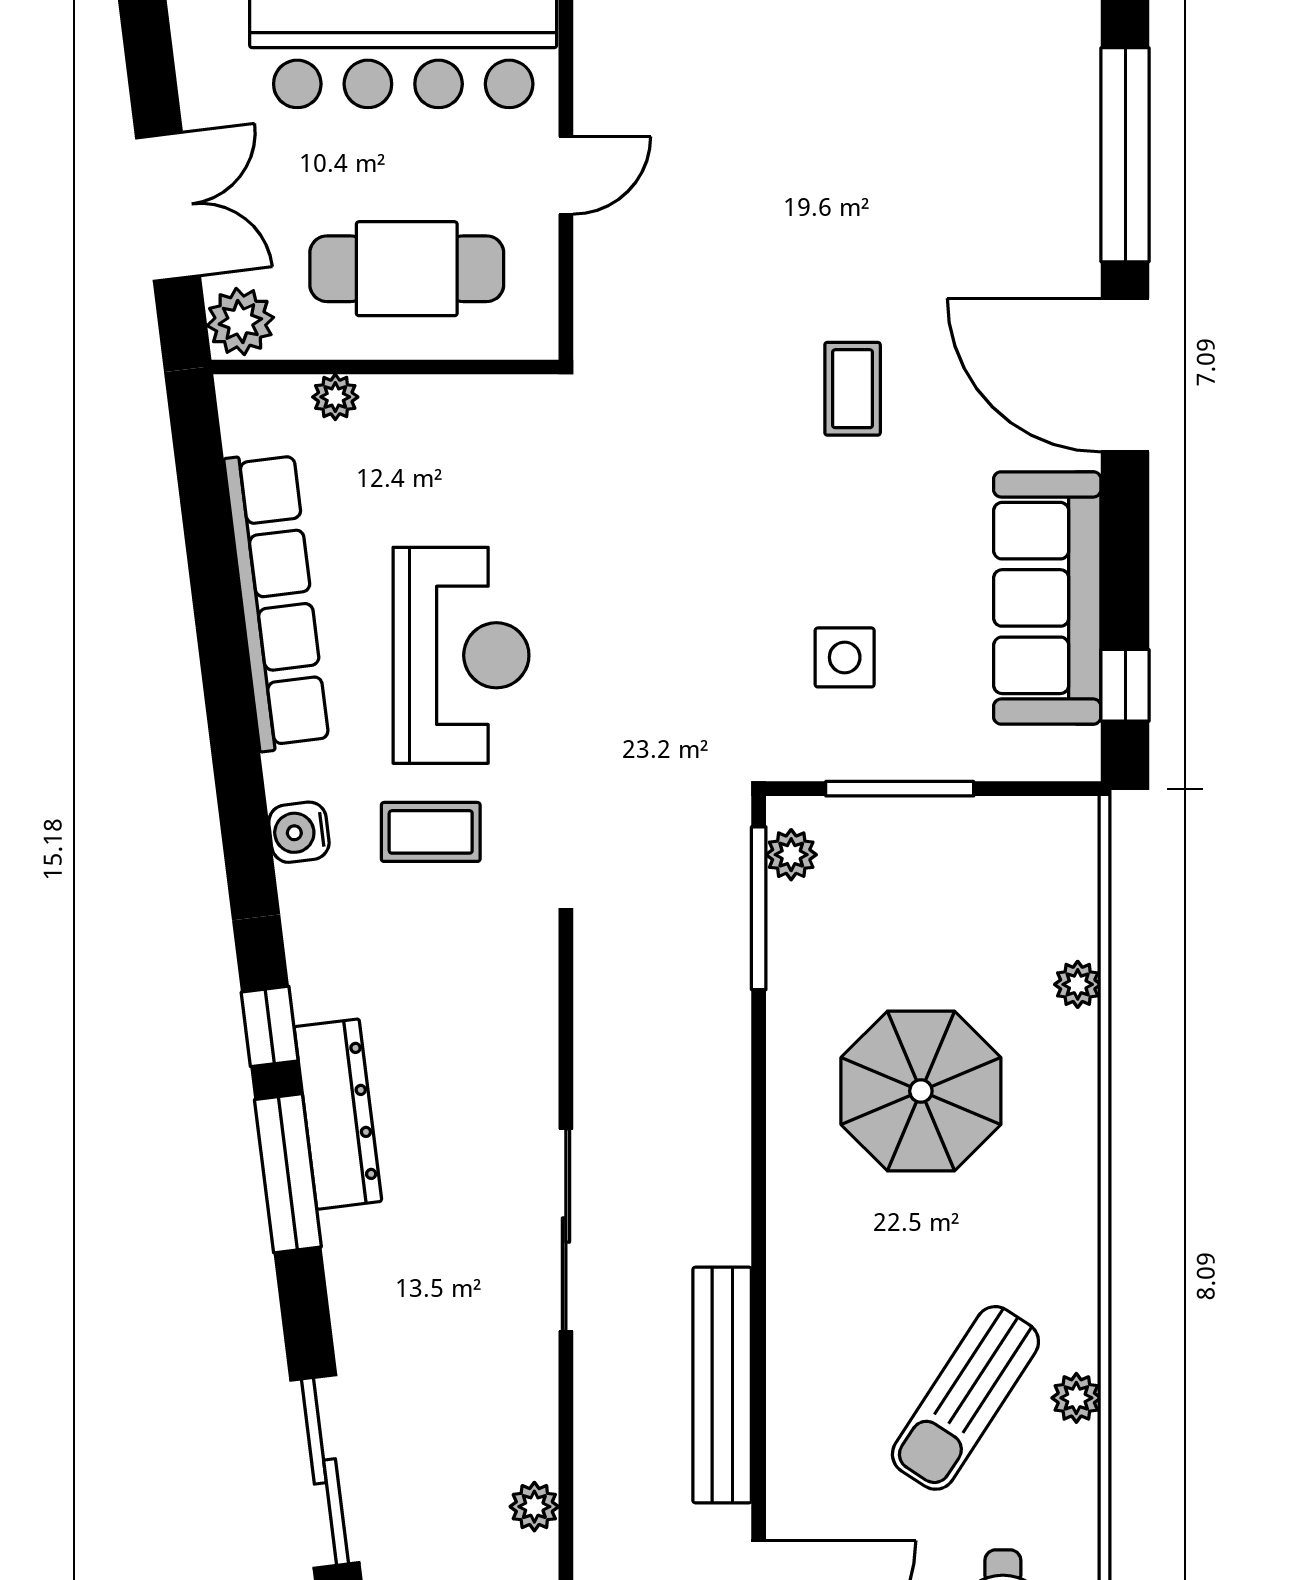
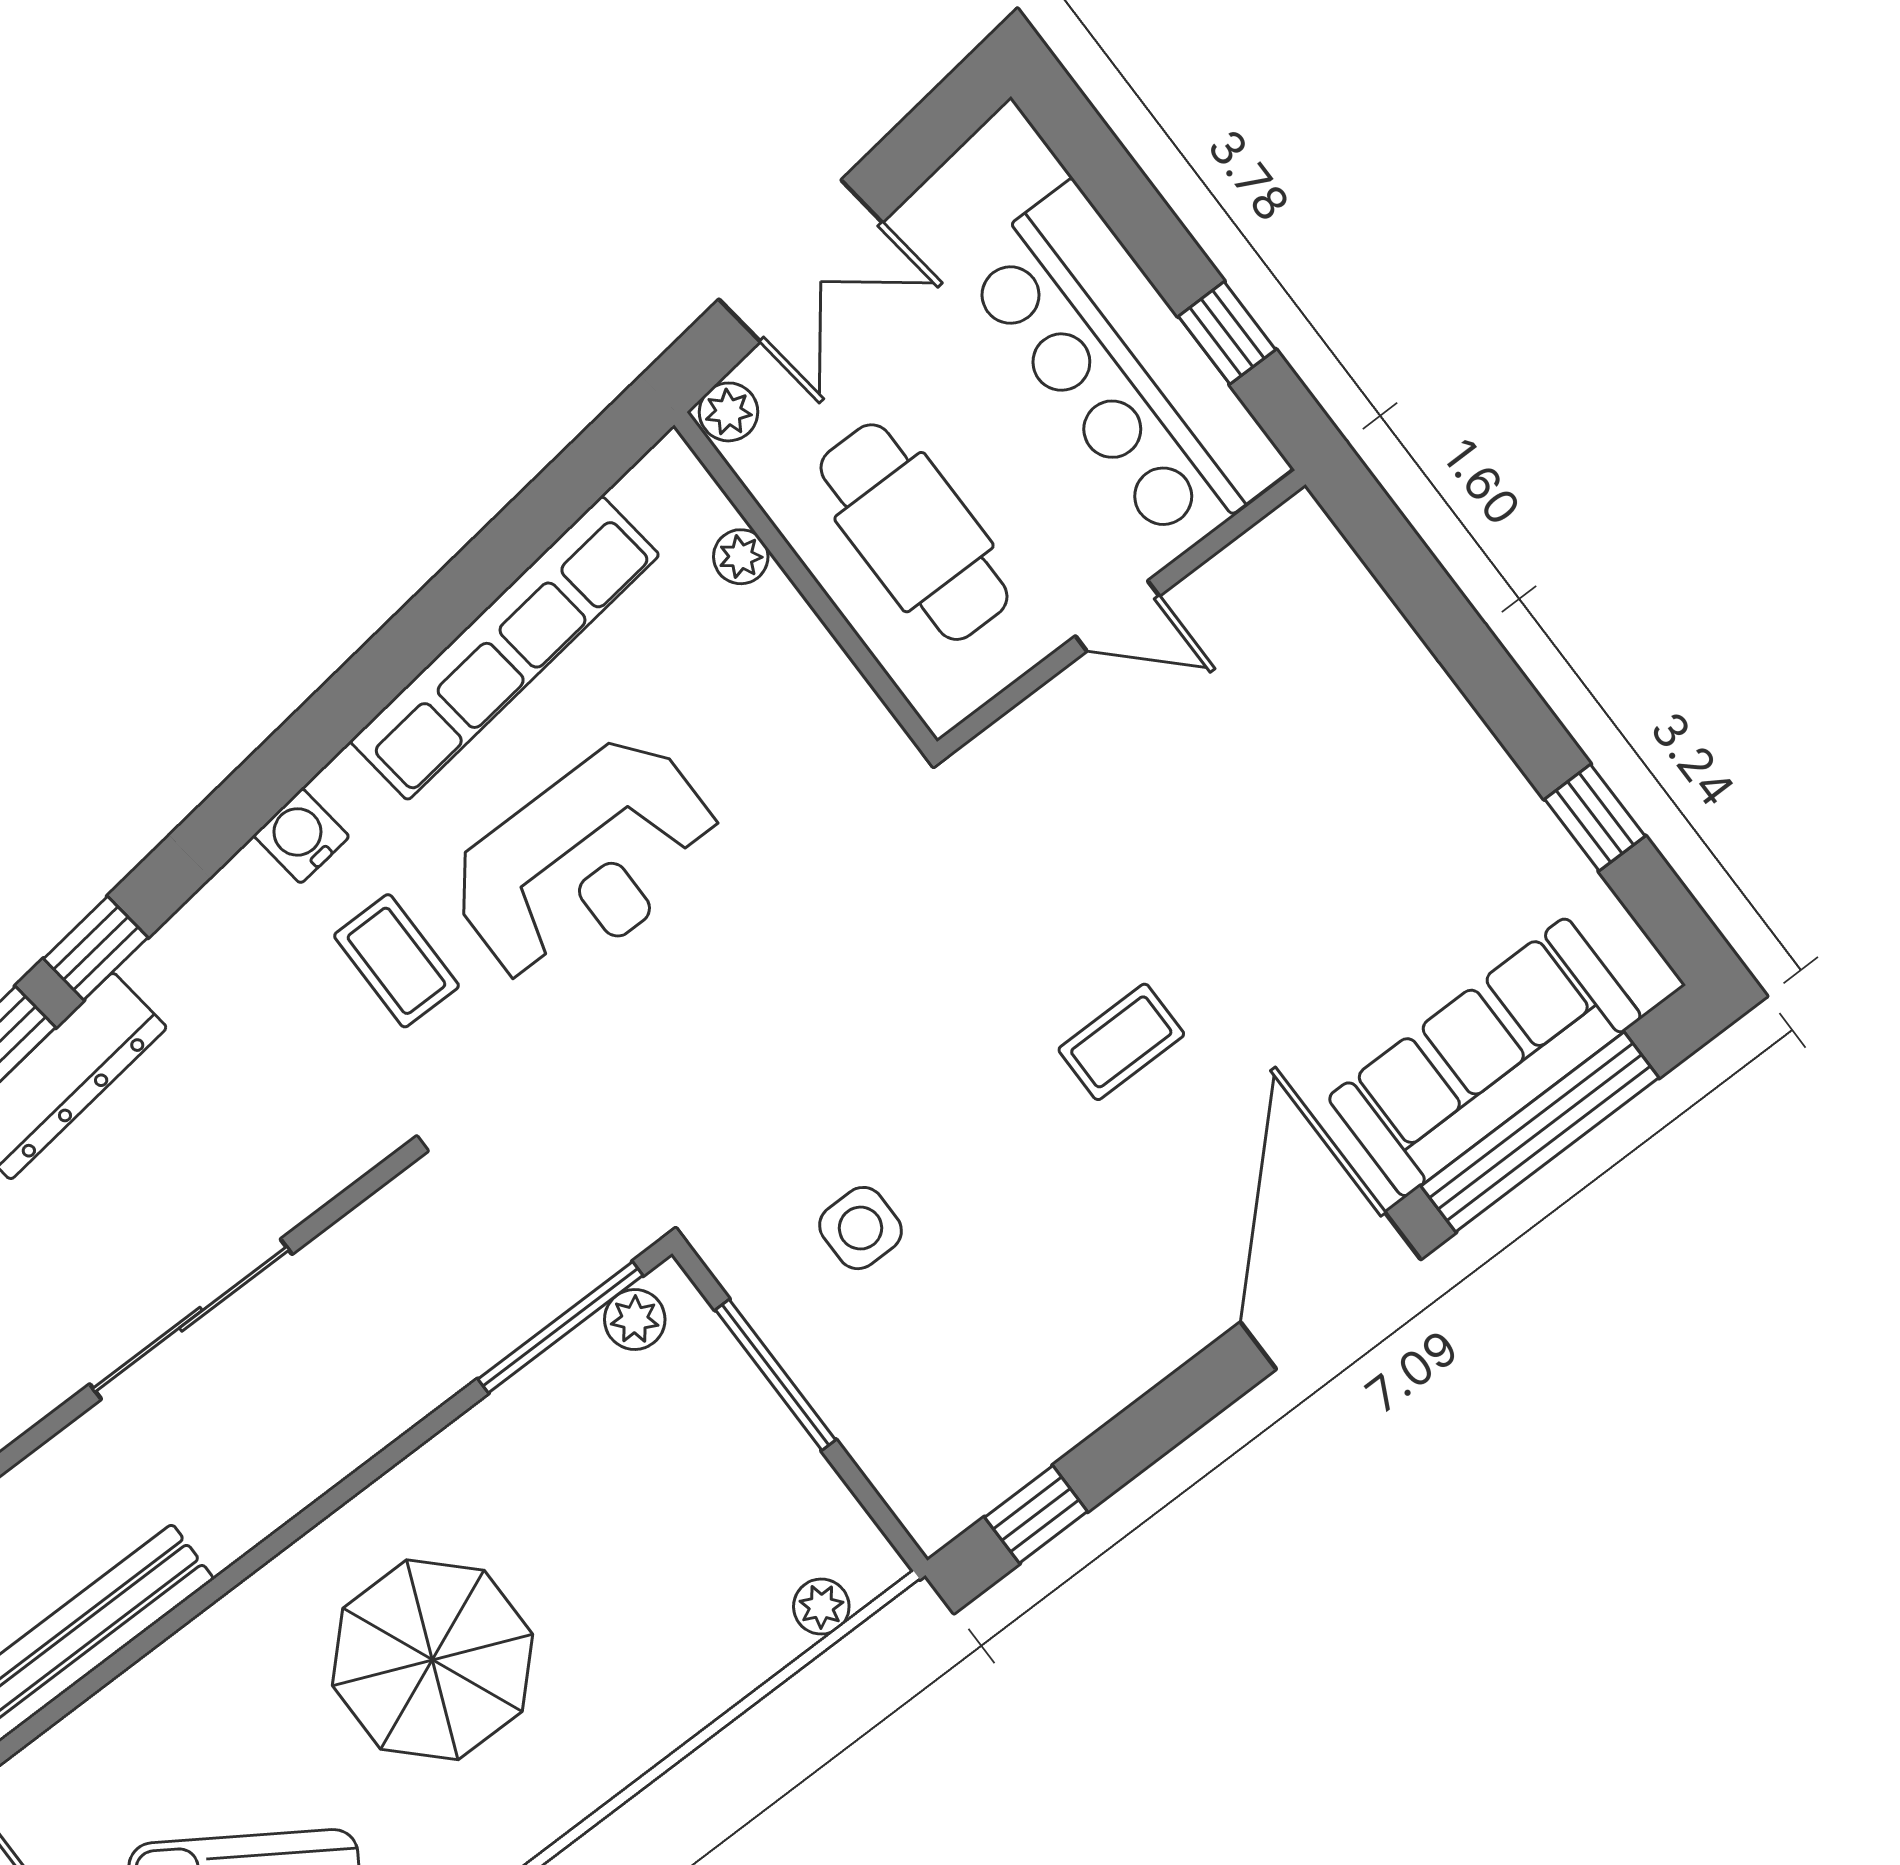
plant: (240, 321) -> (729, 412), width x0.73, depth x0.73
sofa: (1047, 598) -> (1485, 1057), moved
plant: (1078, 984) -> (821, 1607), moved
parasol: (921, 1091) -> (432, 1660), moved
sliding door: (566, 1230) -> (191, 1319), moved

